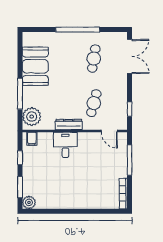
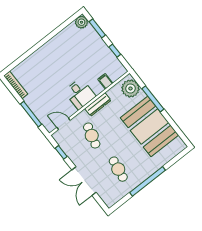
double door: (130, 56) -> (84, 181), moved
booth: (35, 66) -> (149, 126), width x1.36, depth x1.42
filing cabinet: (32, 139) -> (105, 81), moved
desk: (65, 145) -> (80, 94), moved

